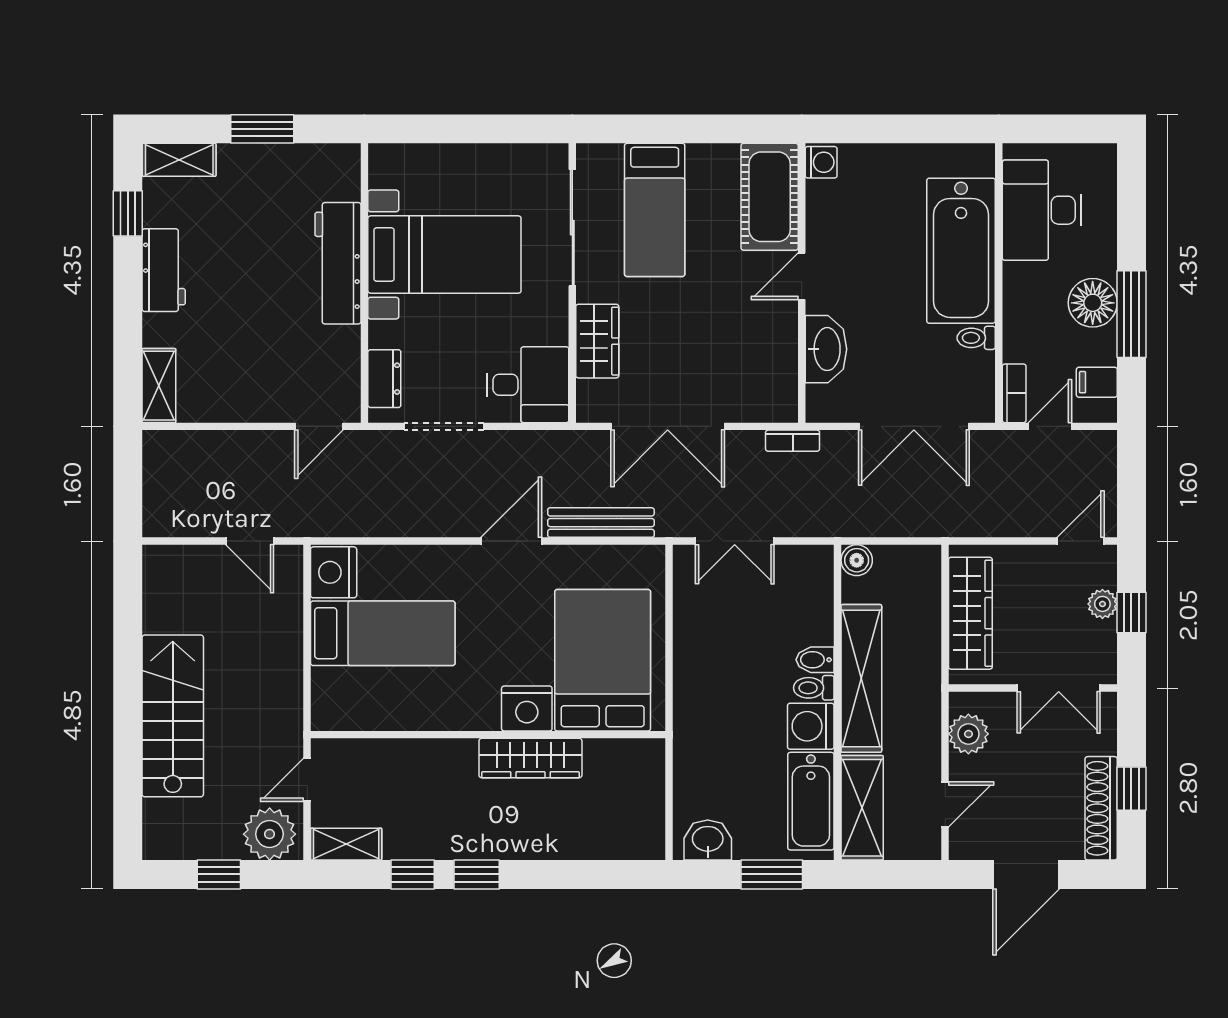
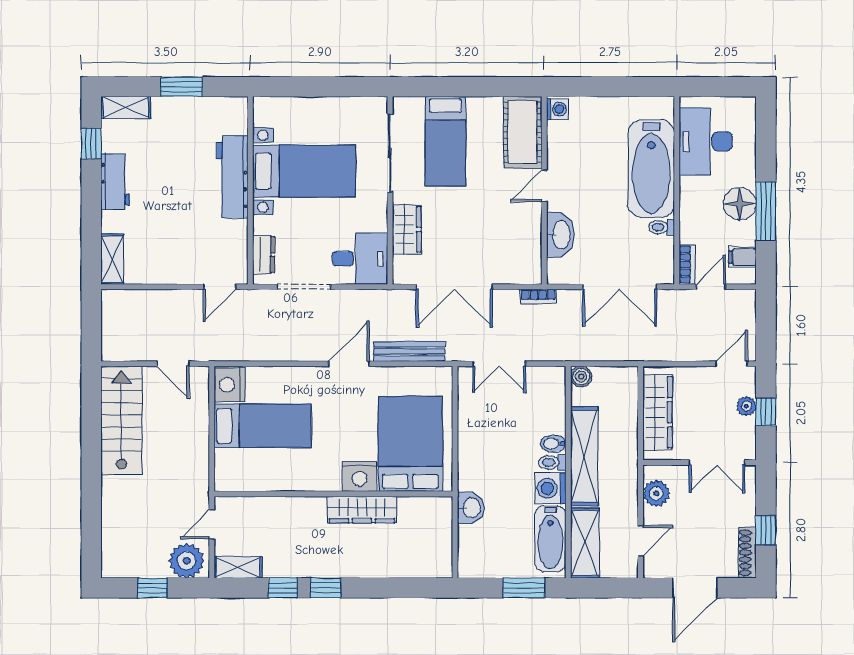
stairs: (173, 716) -> (121, 421), moved
shoe rack: (1101, 808) -> (748, 553), width x0.74, depth x0.81
washbasin: (708, 840) -> (471, 508), moved, turned 90

